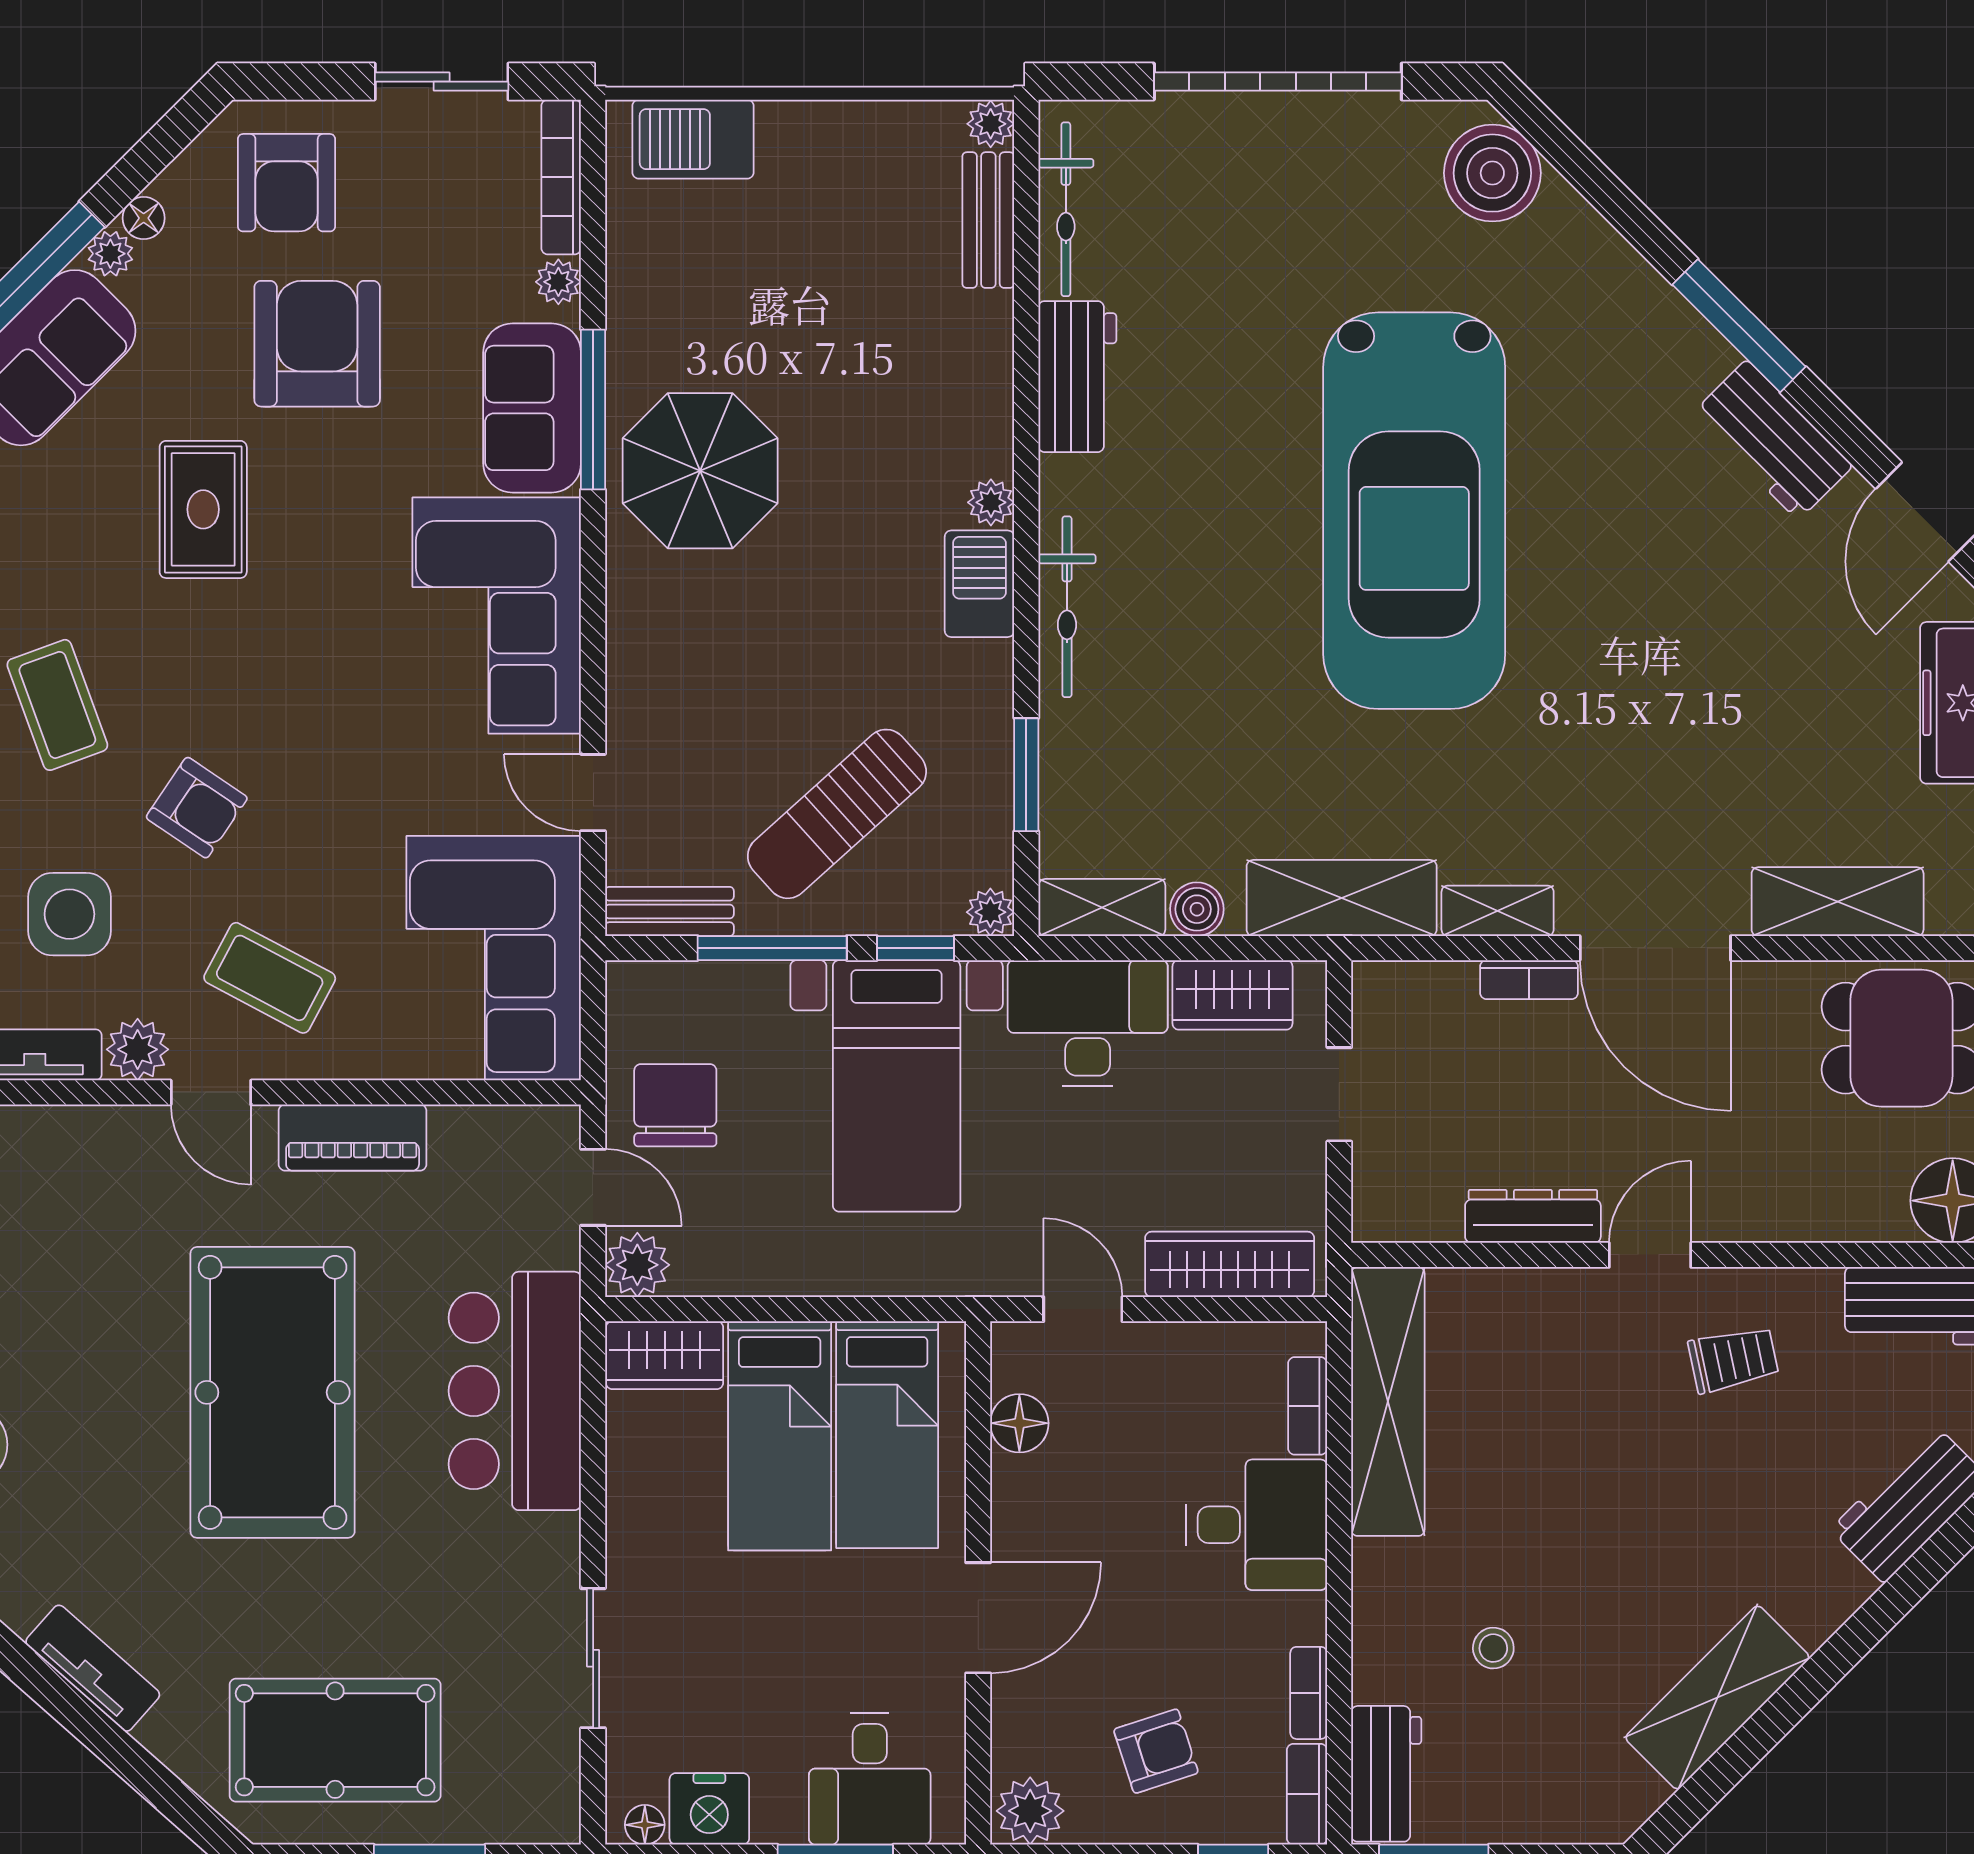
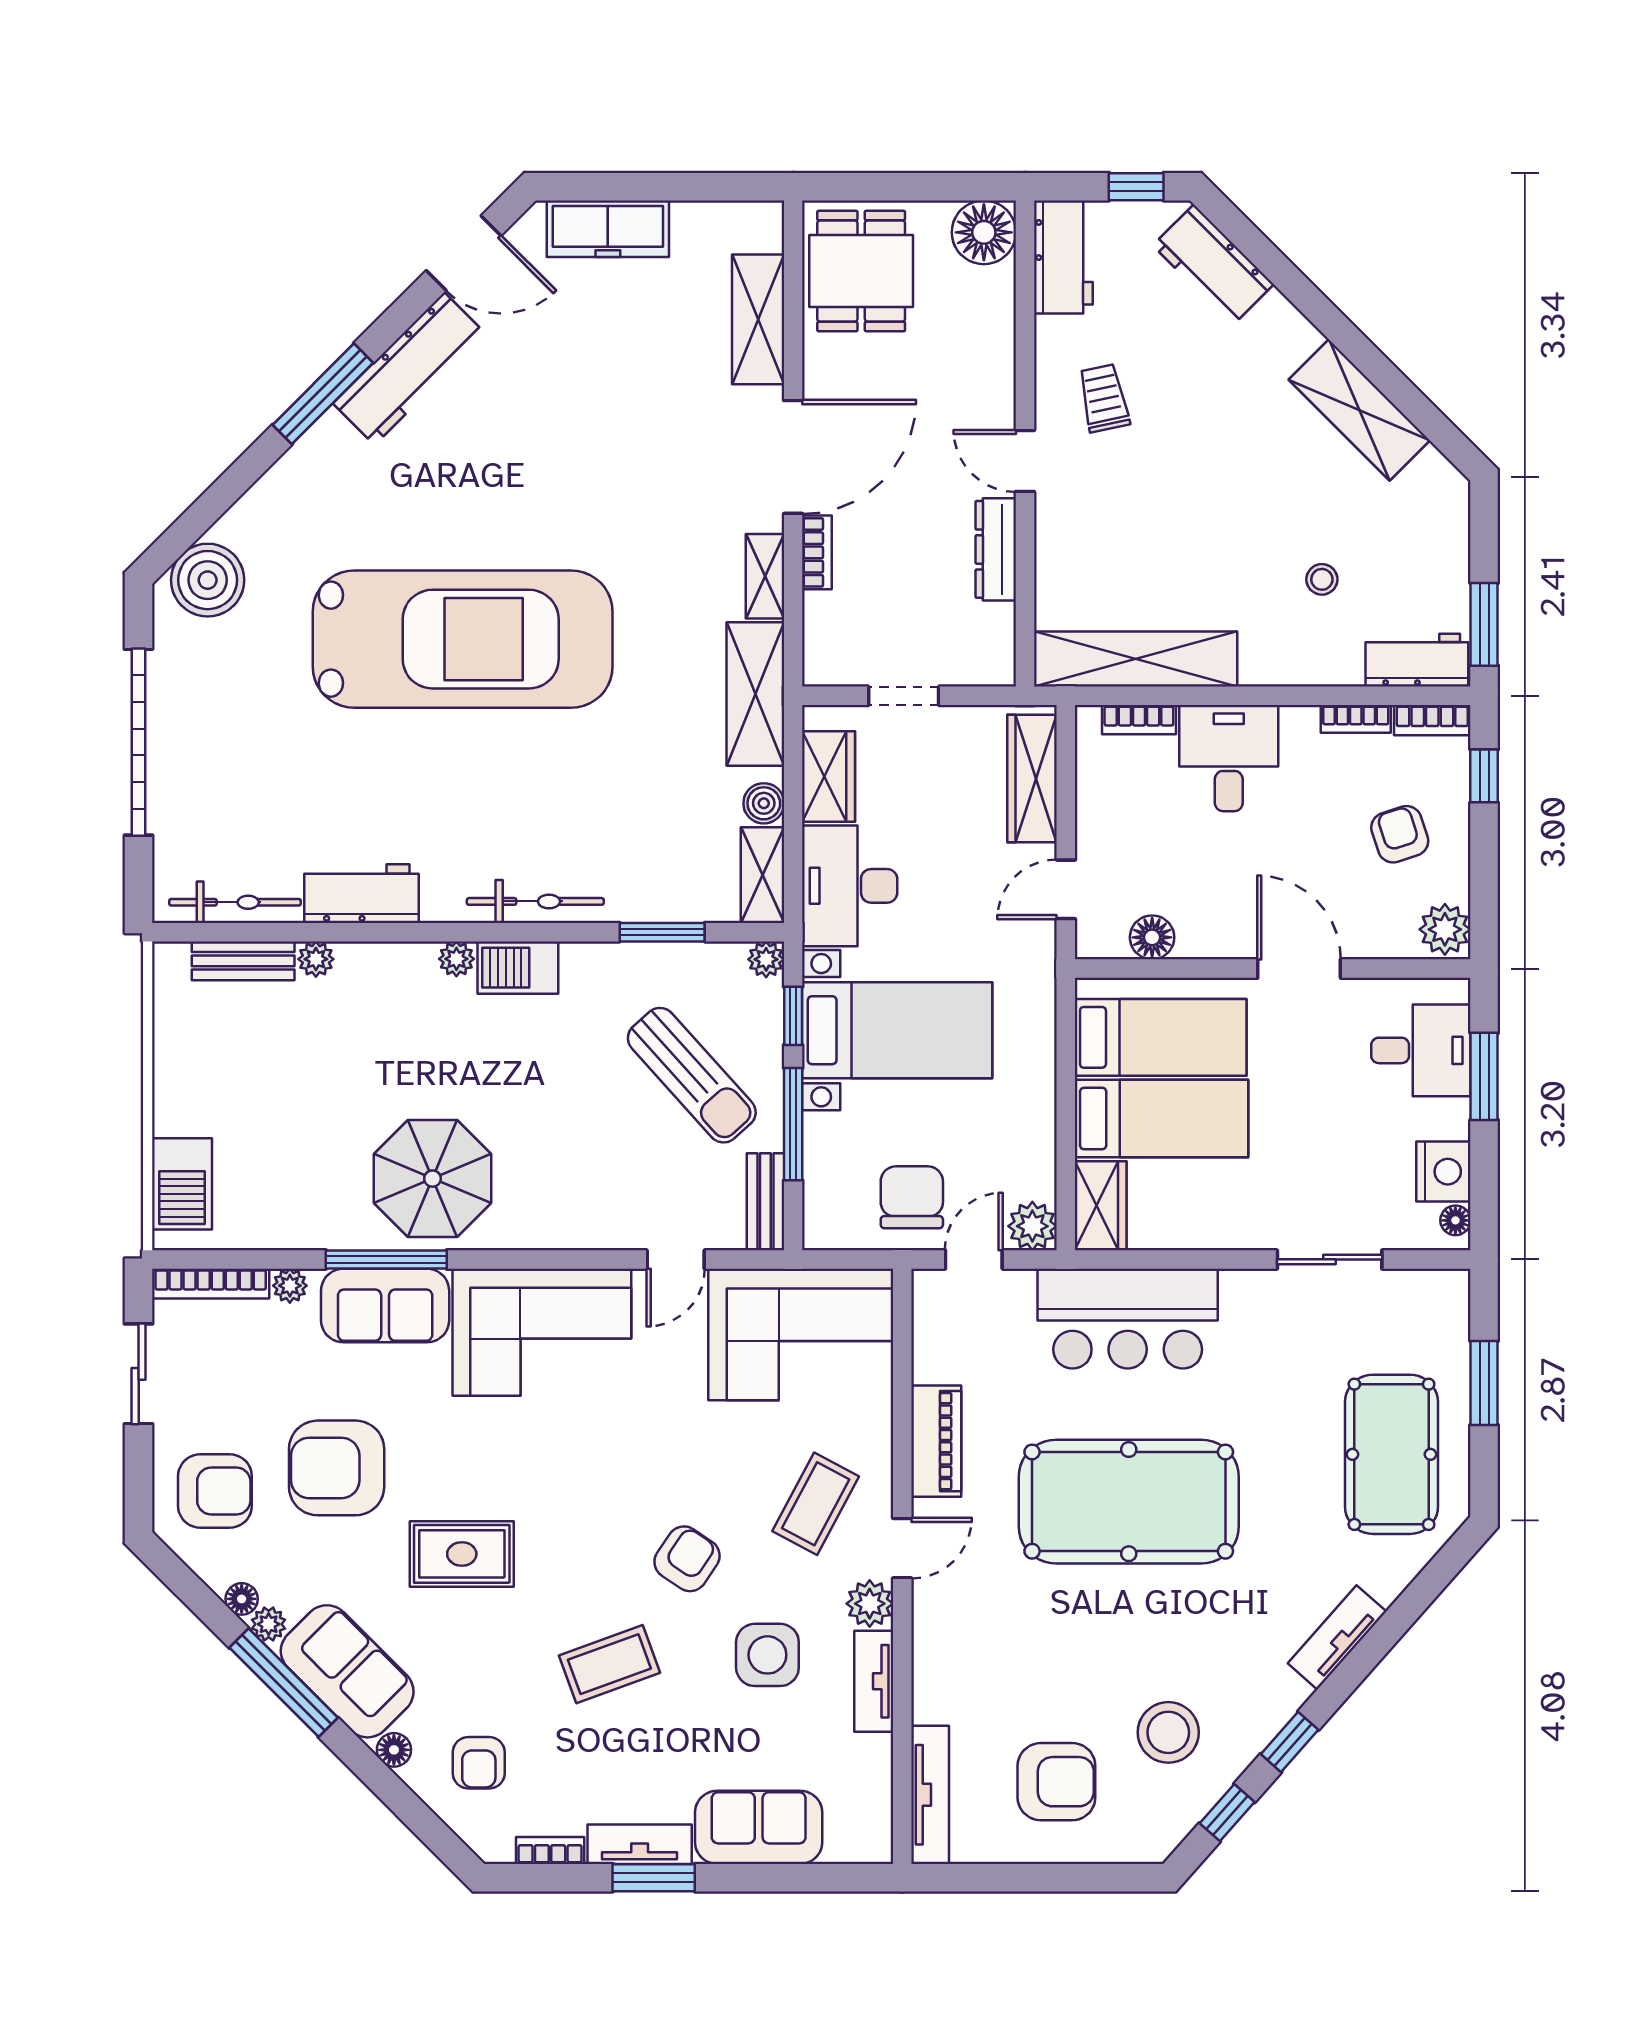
plant: (991, 124) -> (316, 959), moved
workbench: (1772, 440) -> (409, 369), width x1.38
chair: (675, 1105) -> (912, 1197), turned 90

